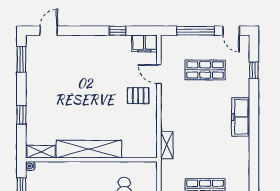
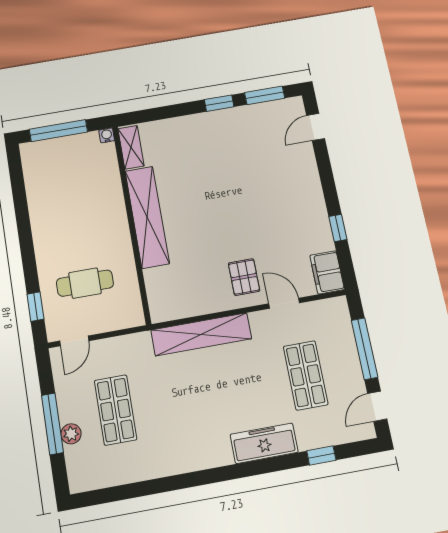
door: (49, 31) -> (316, 127), swing flipped
door: (159, 74) -> (284, 303), hinge flipped
window: (21, 115) -> (219, 103), moved
freezer: (241, 117) -> (264, 443), moved
shelving: (167, 145) -> (201, 334), width x2.20, depth x1.33

